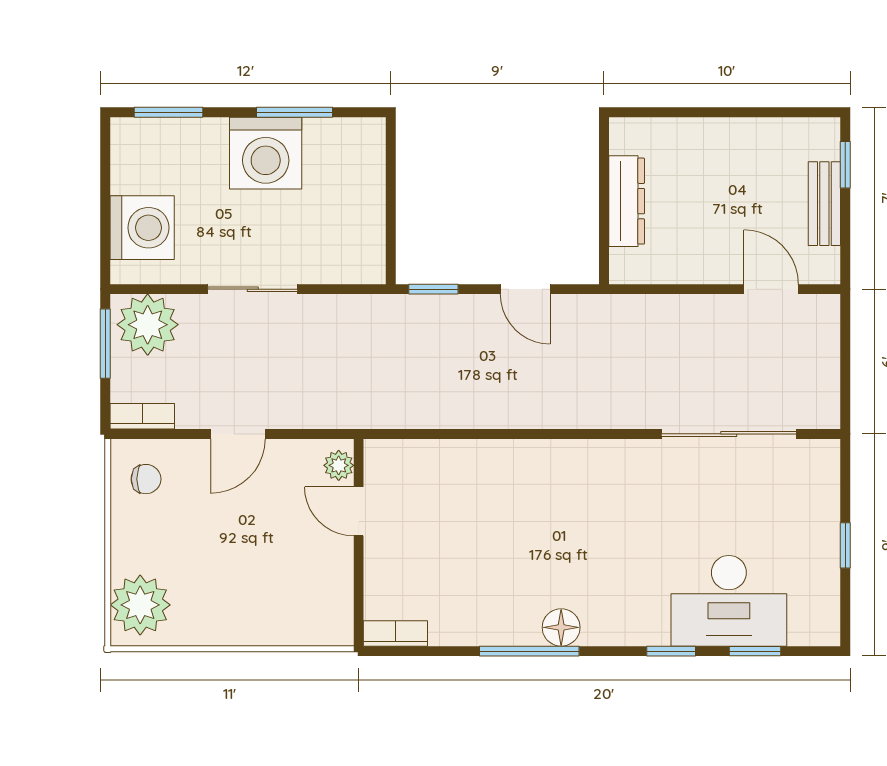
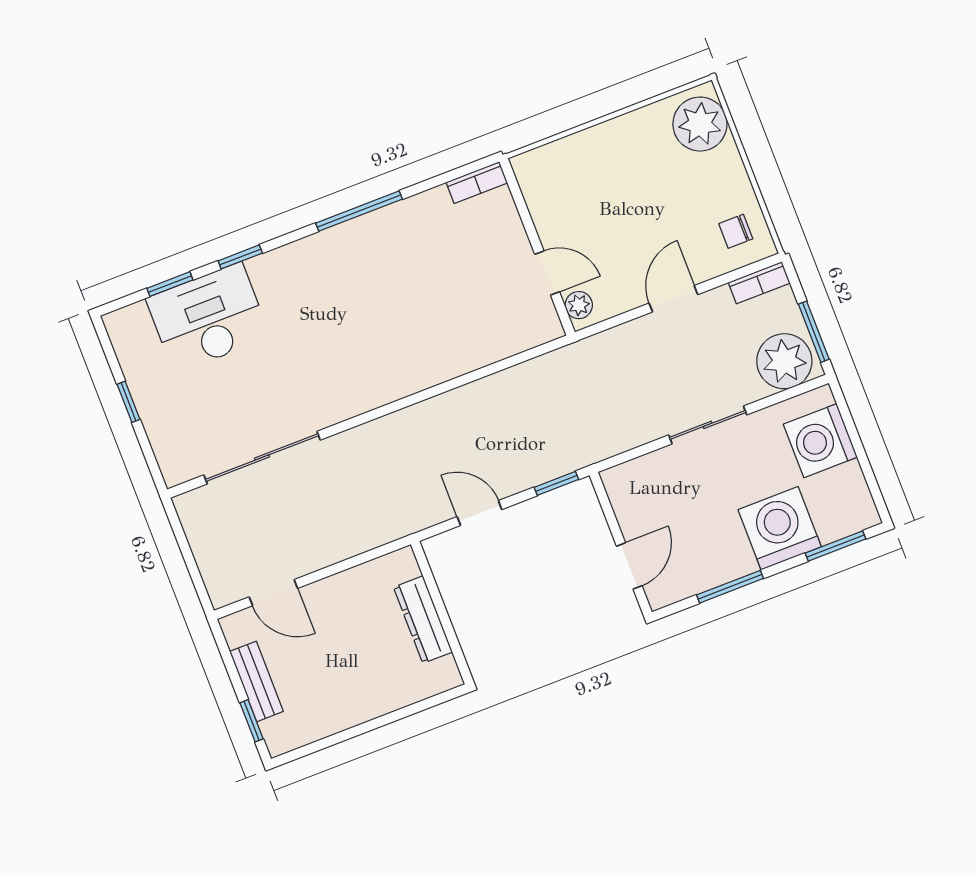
washing machine: (266, 153) -> (780, 528), moved
door: (391, 174) -> (629, 566), added
floor lamp: (561, 627) -> (340, 241), removed

